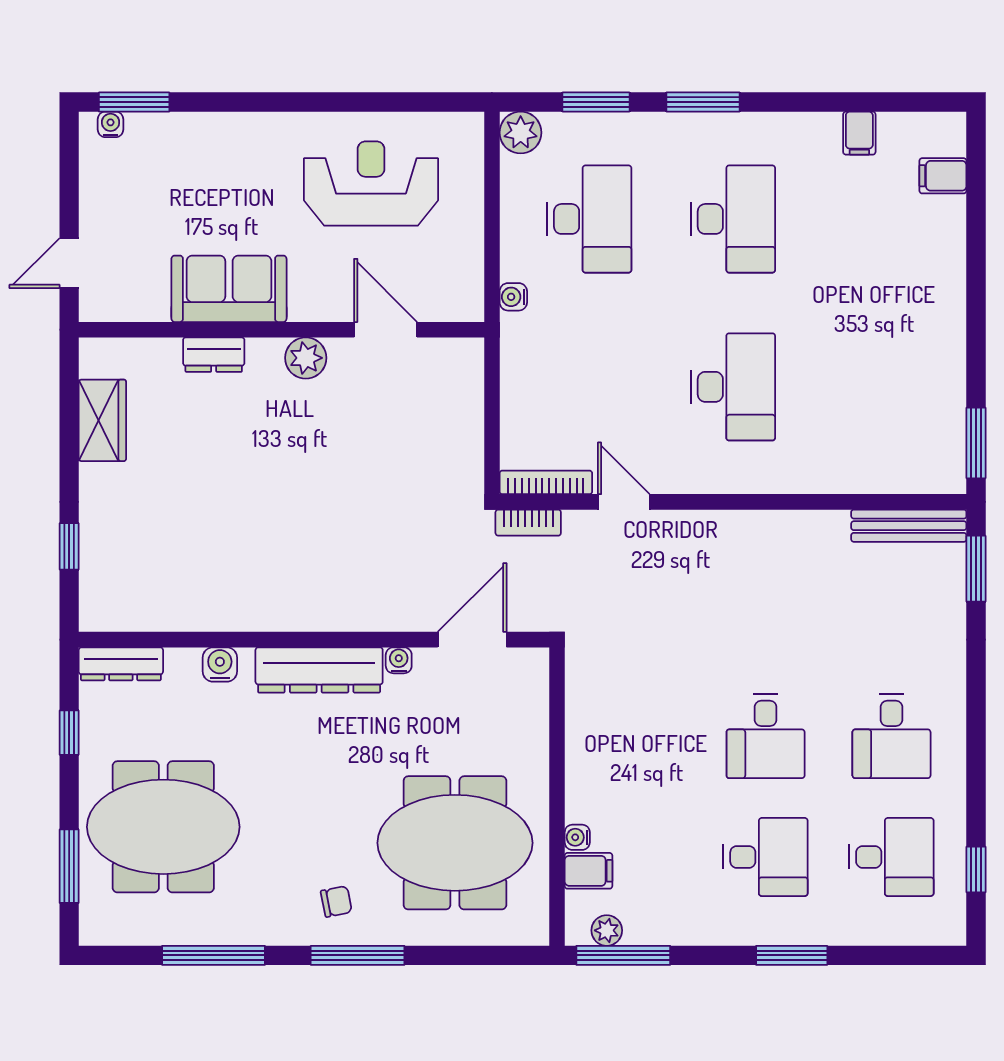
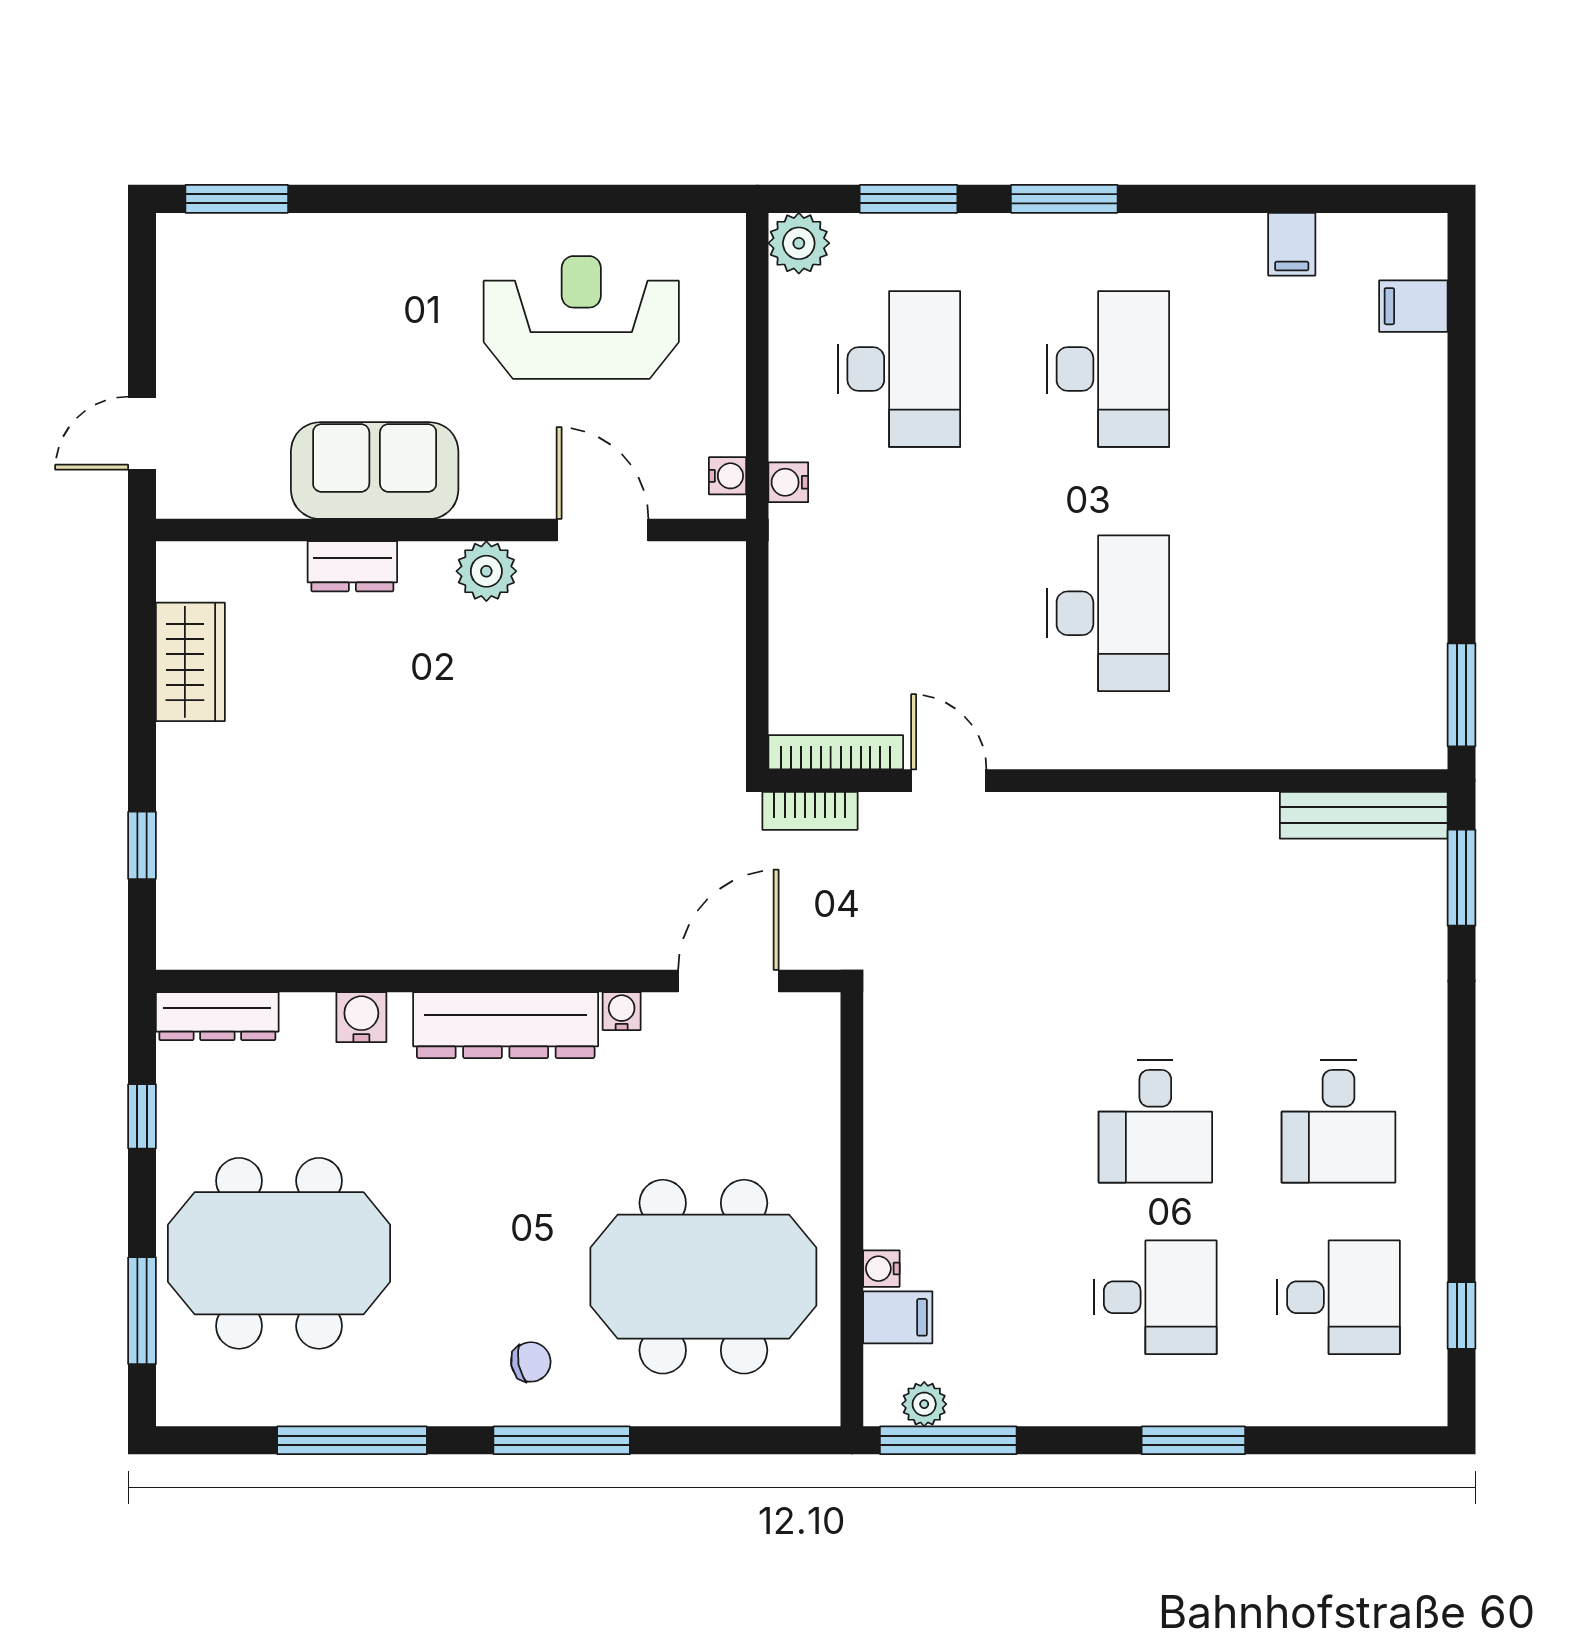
water cooler: (111, 124) -> (727, 476), moved, turned 90

